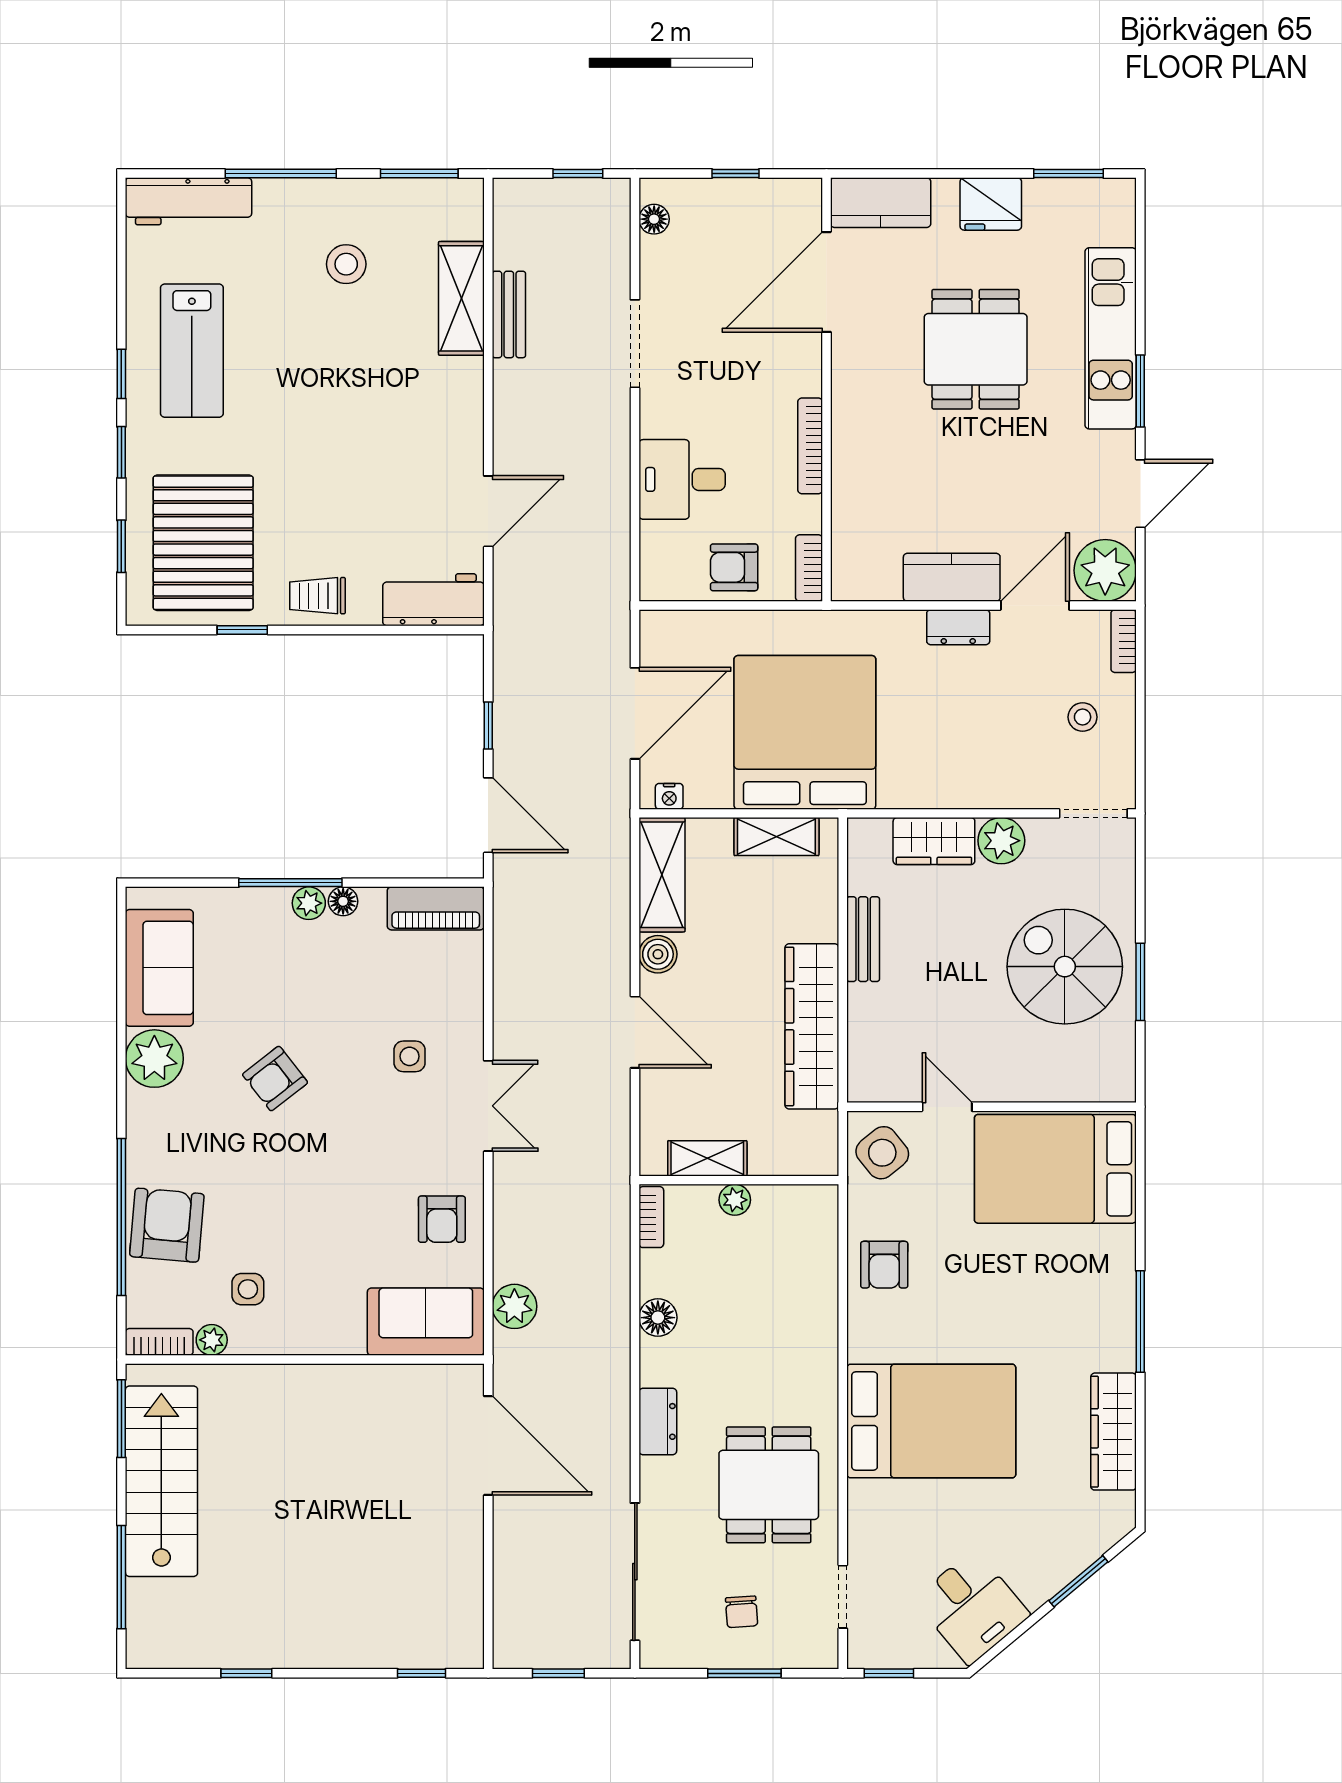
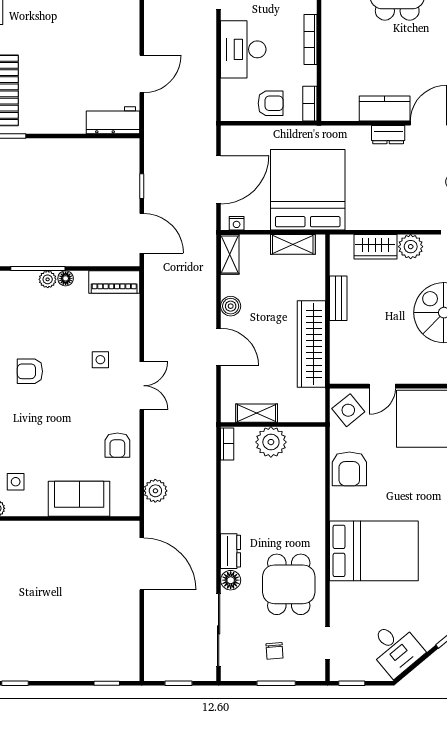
desk: (682, 479) -> (243, 49), width x1.37
armchair: (734, 567) -> (271, 103), turned 180
trolley: (318, 596) -> (52, 118), removed
shelving: (662, 875) -> (230, 254), width x0.67, depth x0.75
armchair: (275, 1079) -> (30, 371), turned 38
door: (947, 1107) -> (382, 386), swing flipped
plant: (735, 1200) -> (271, 442), width x1.87, depth x1.87
armchair: (884, 1265) -> (349, 469), width x1.38, depth x1.38
floor lamp: (658, 1318) -> (231, 580), moved
sofa: (426, 1322) -> (79, 499), moved

